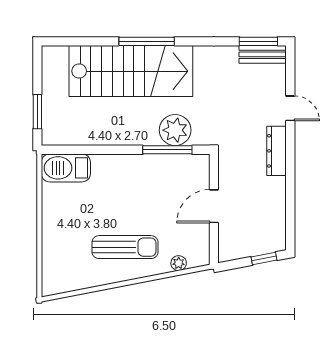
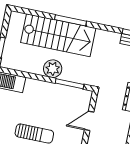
plant: (175, 130) -> (53, 69), moved

